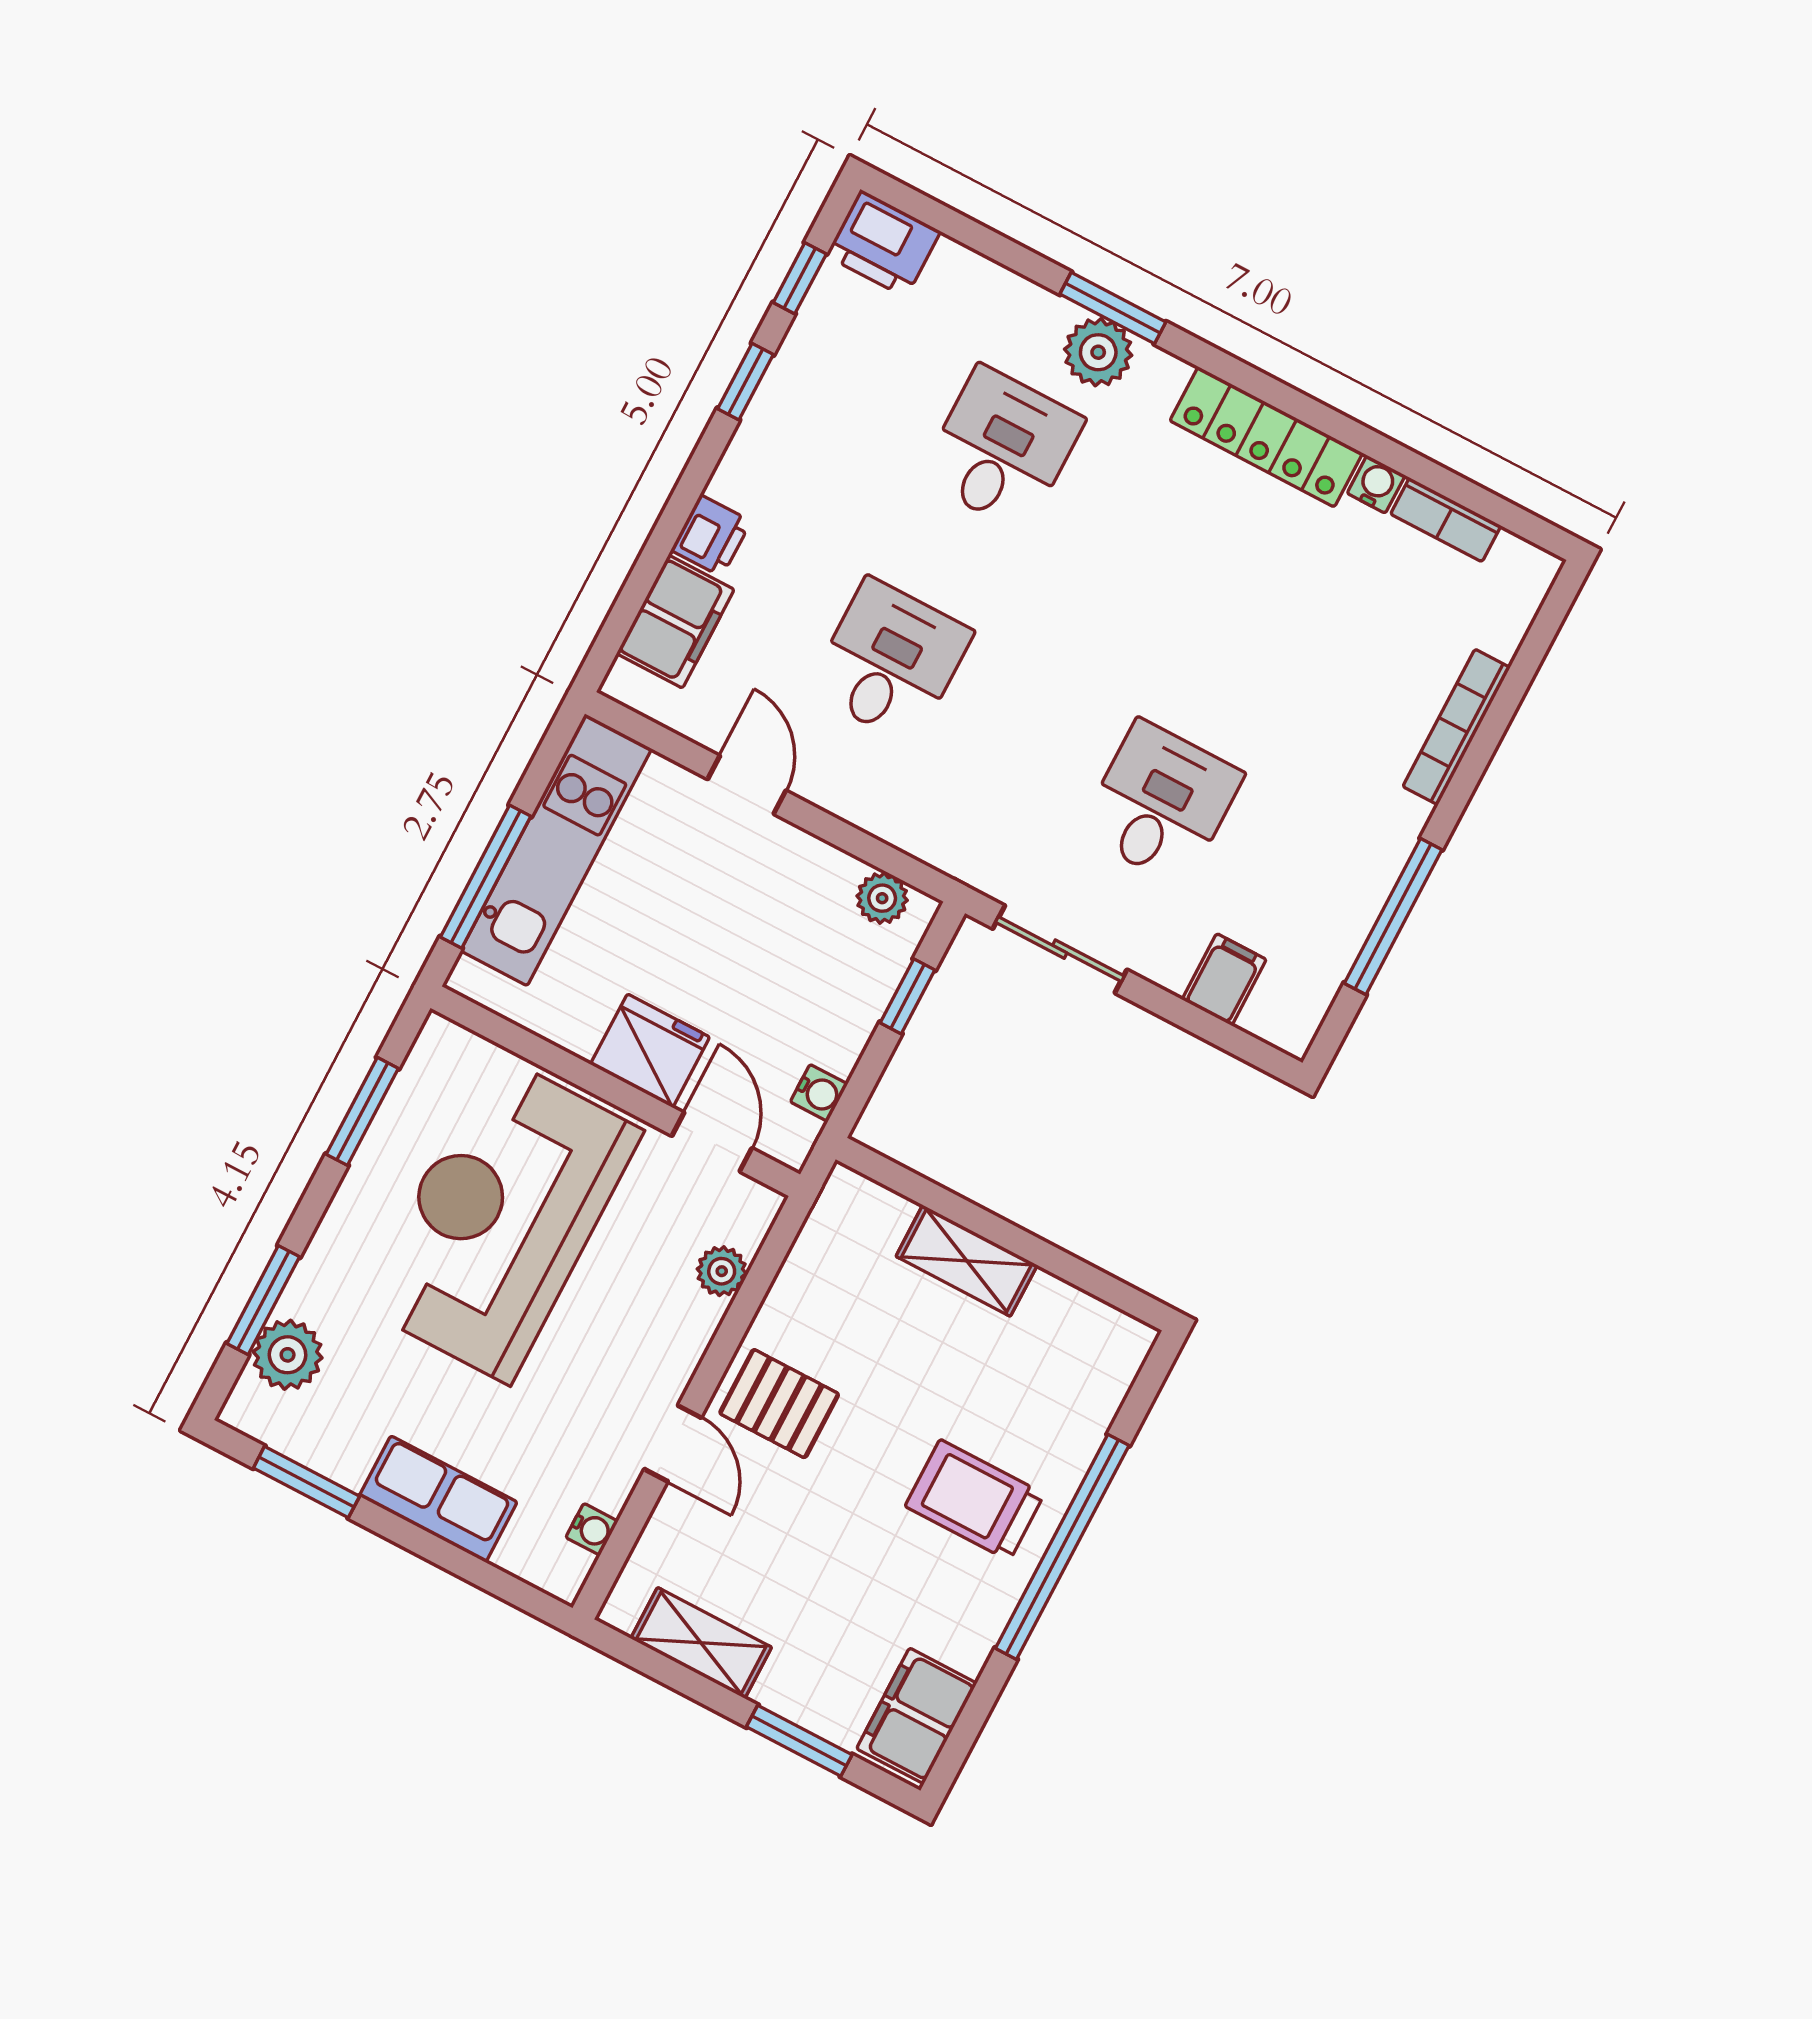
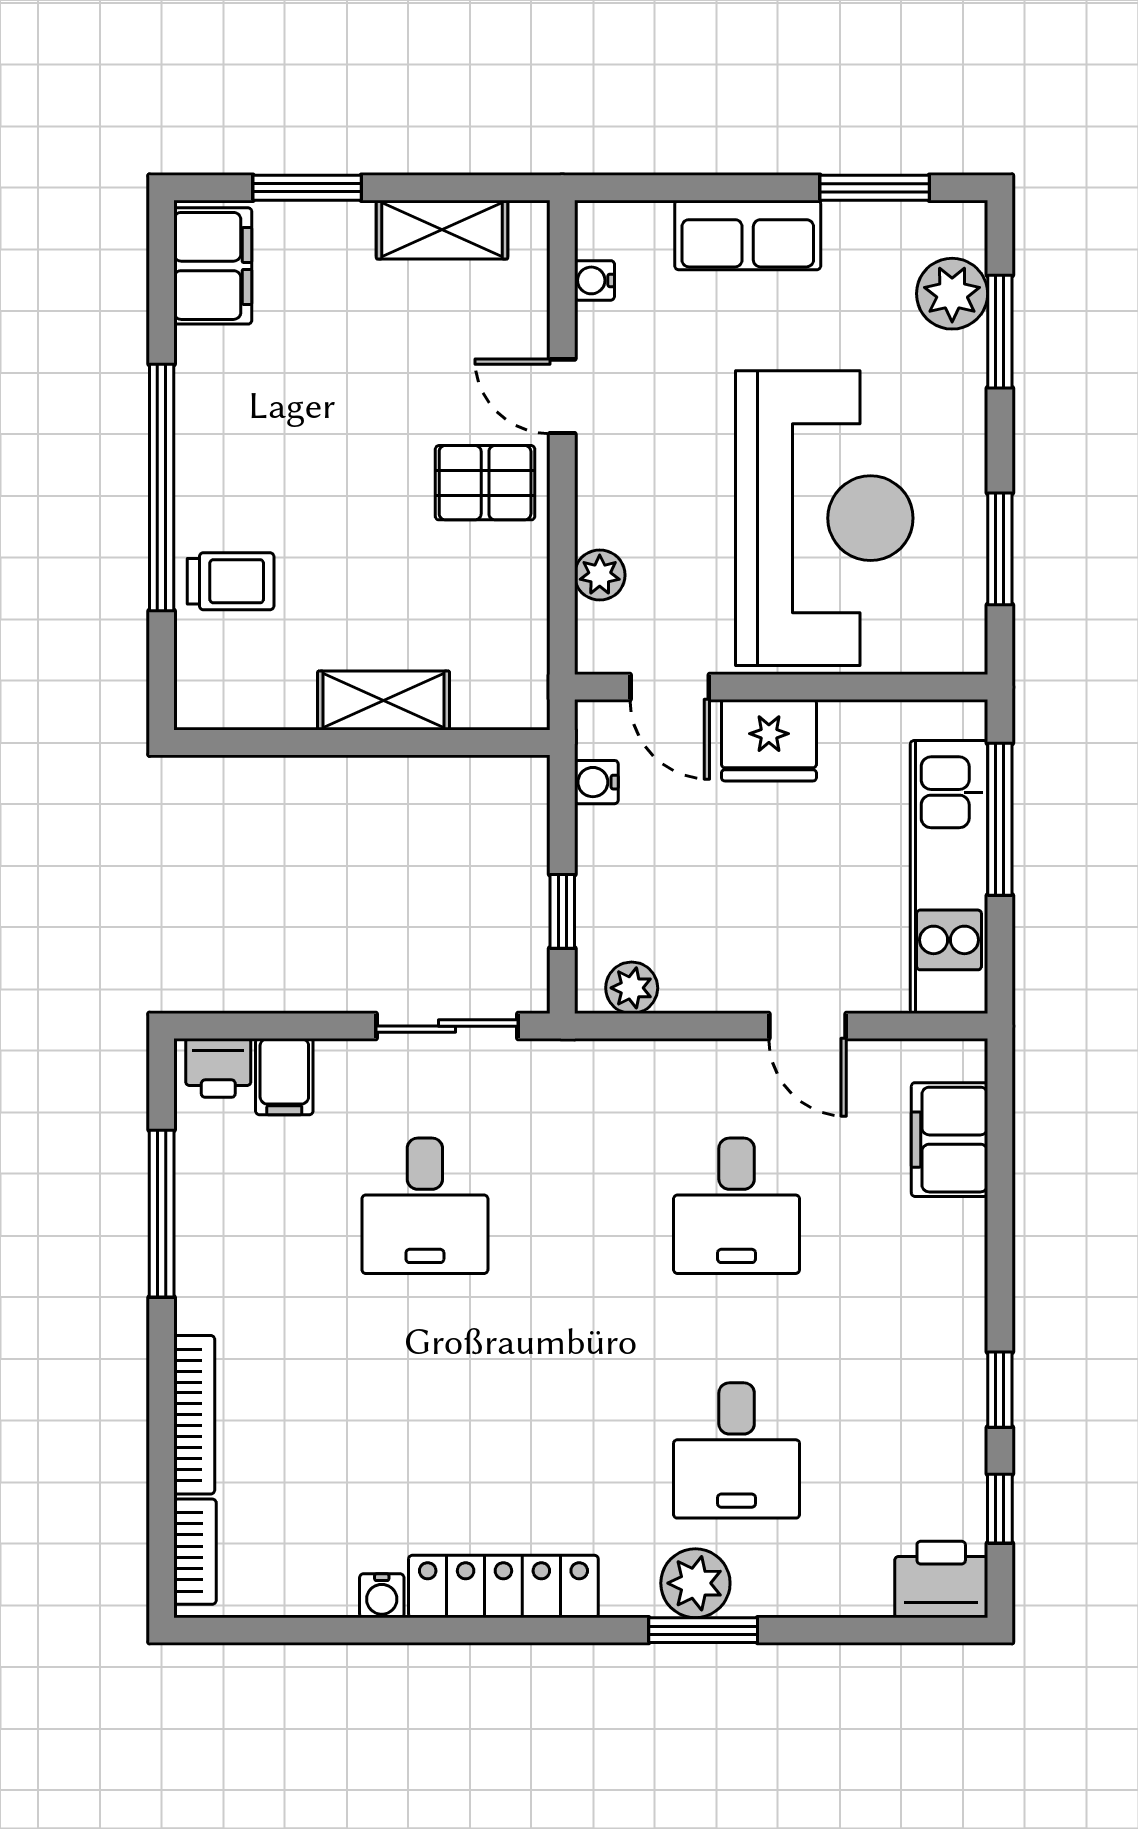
bookcase: (1446, 520) -> (195, 1552), moved, turned 90
printer: (711, 536) -> (218, 1068), moved, turned -90
trolley: (975, 1500) -> (231, 581), moved, width x0.73, depth x0.72

